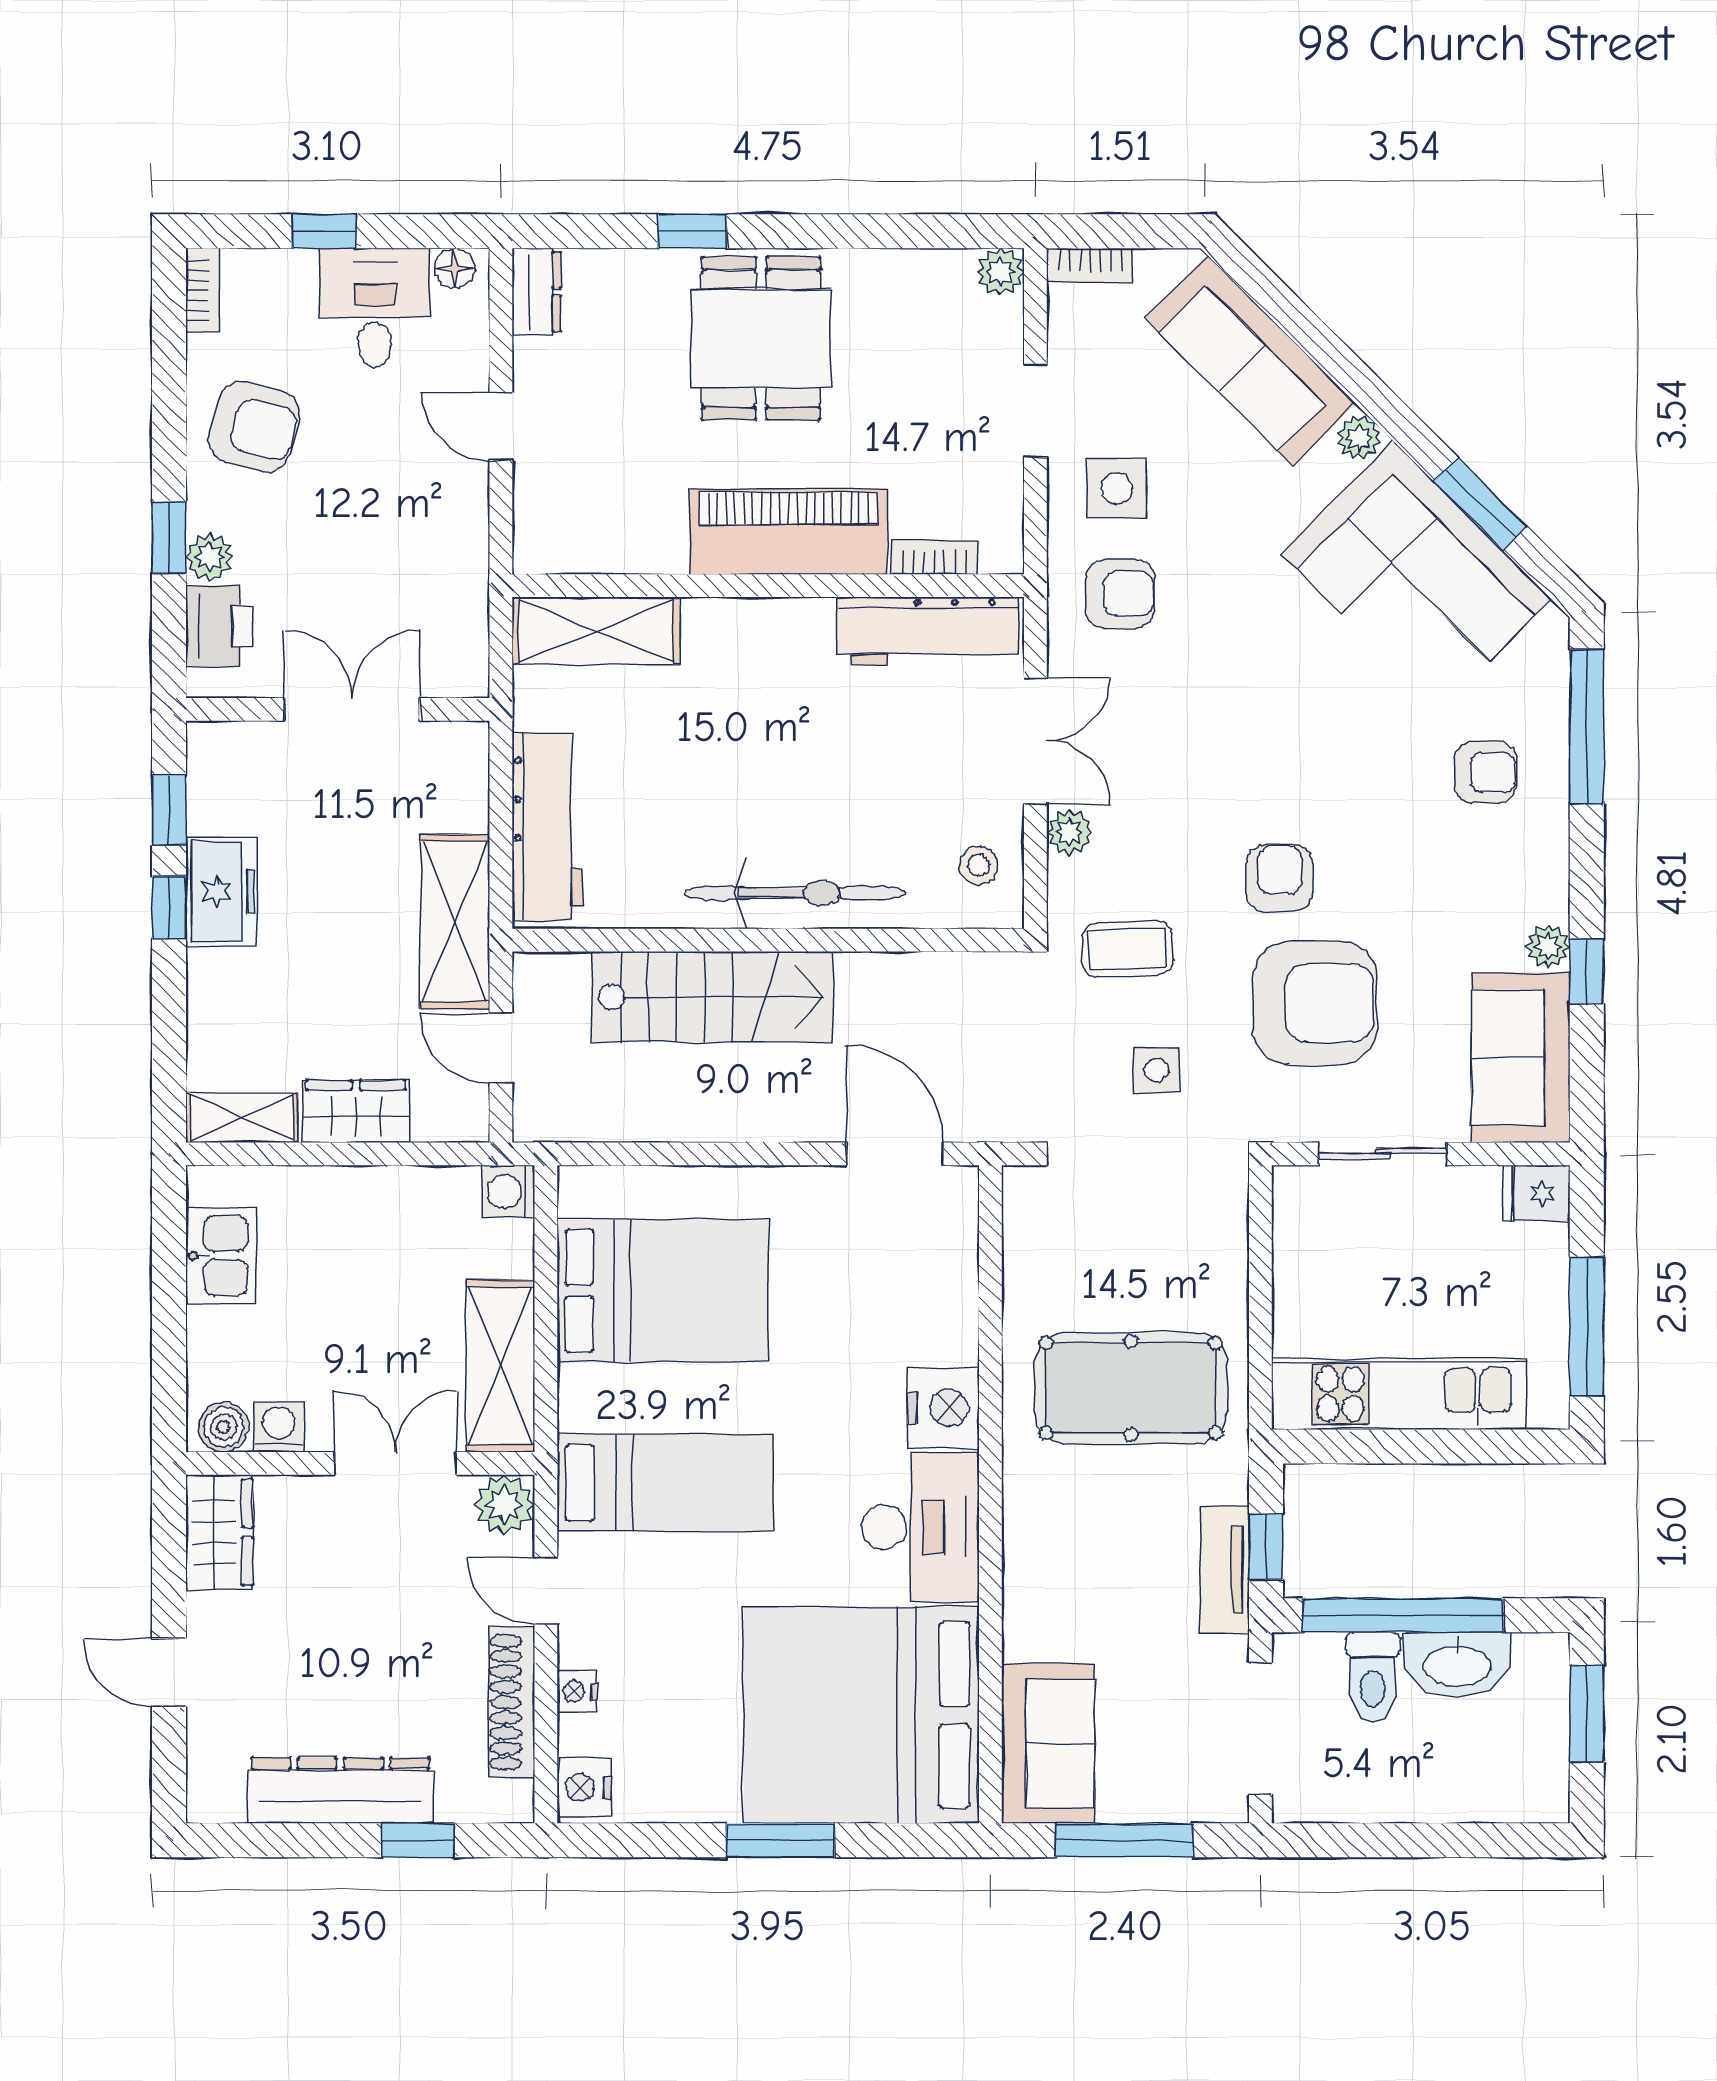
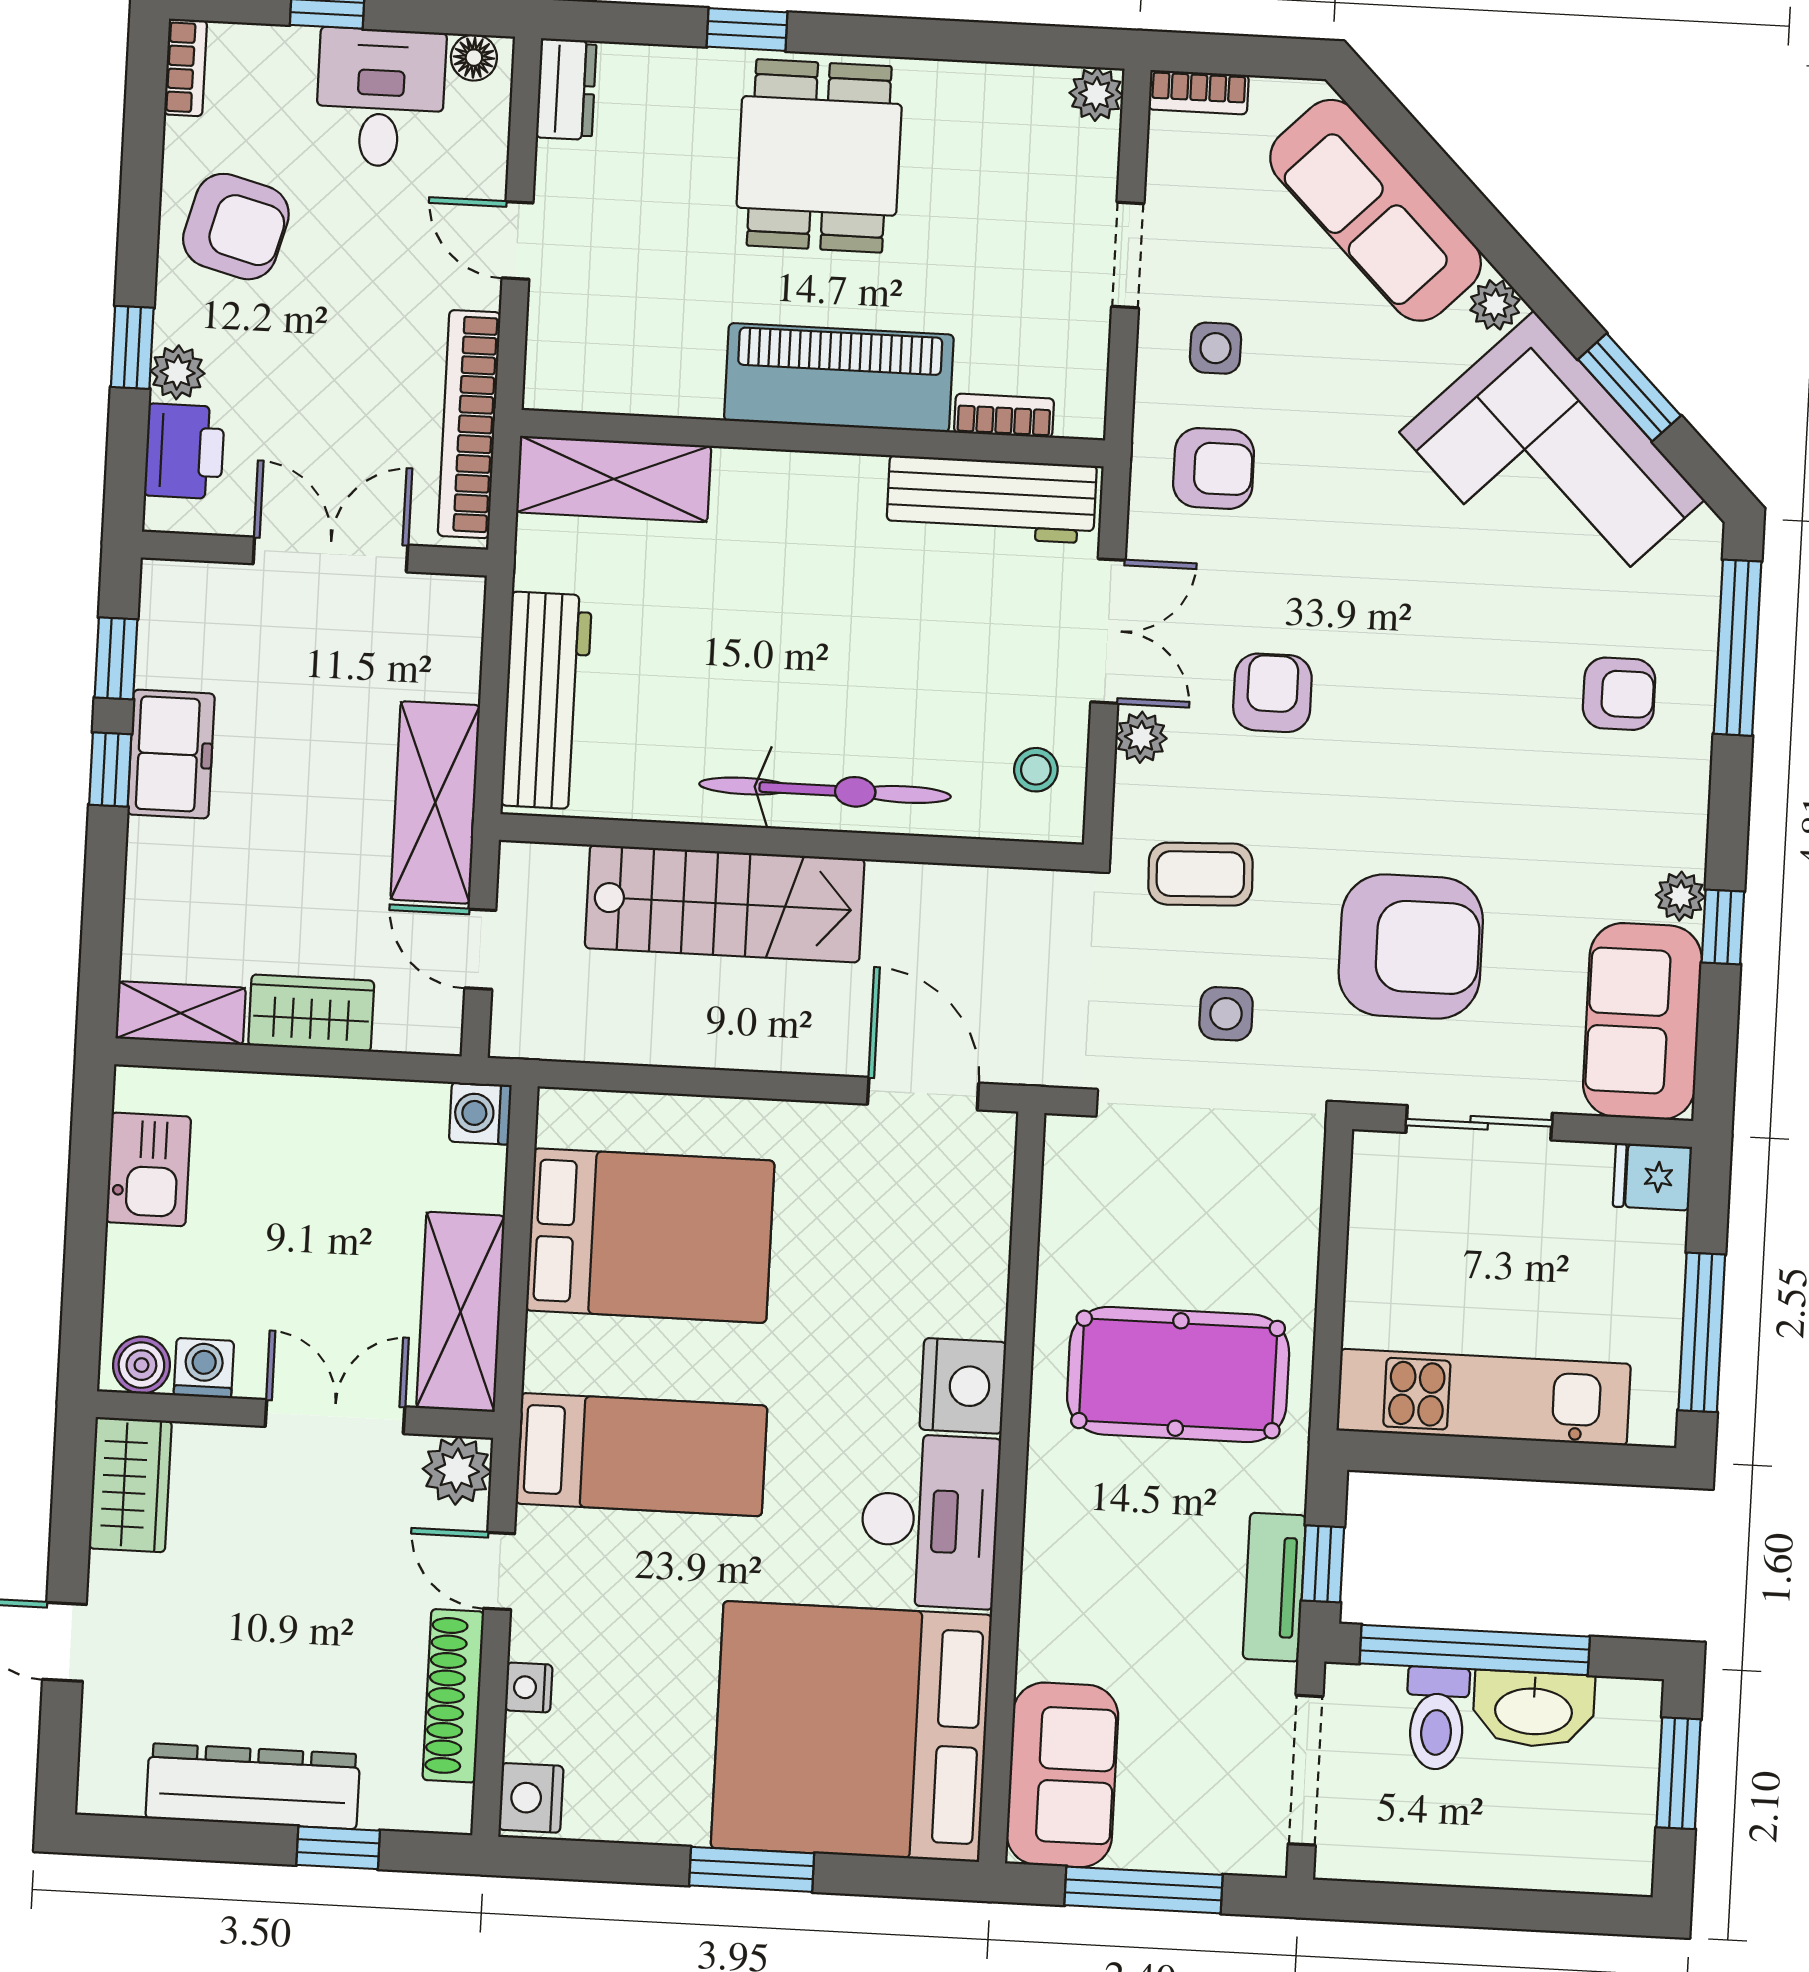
side table: (1116, 488) -> (1216, 348), width x0.73, depth x0.73
bookcase: (467, 589) -> (469, 424), added
armchair: (1280, 878) -> (1272, 693), moved

